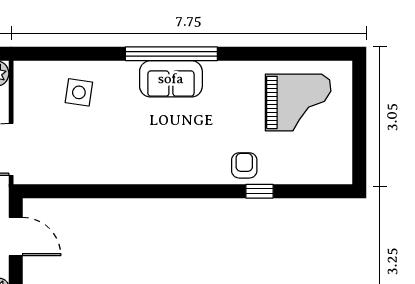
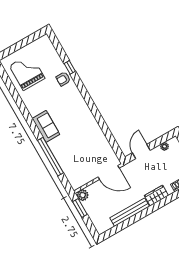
window: (171, 54) -> (50, 157), moved
side table: (79, 92) -> (72, 159), removed

